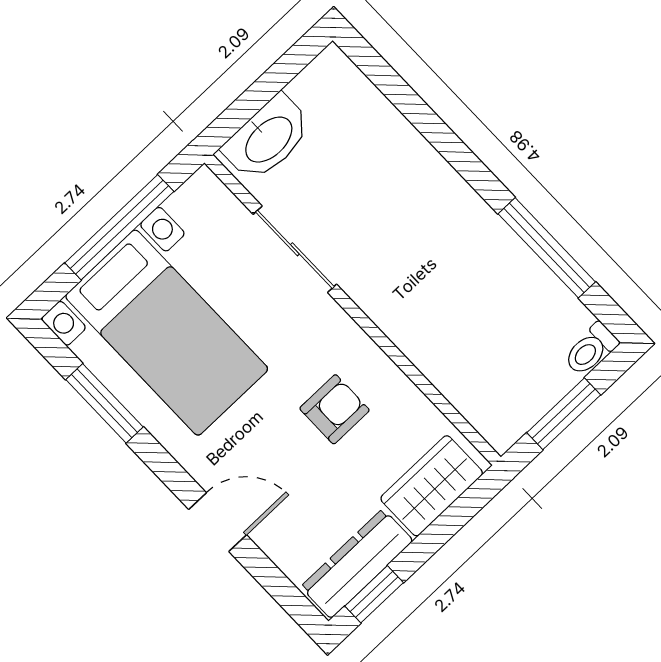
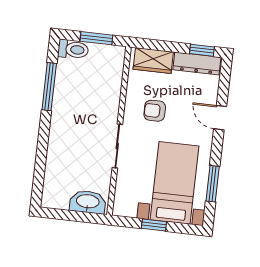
window: (119, 227) -> (154, 225), width x0.46
sliding door: (295, 249) -> (117, 146), moved
toilet: (591, 349) -> (73, 49), width x1.37, depth x1.39

